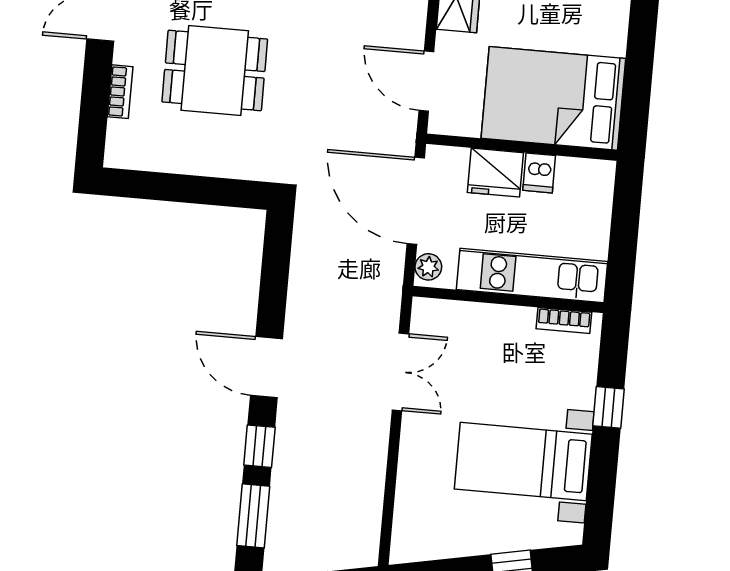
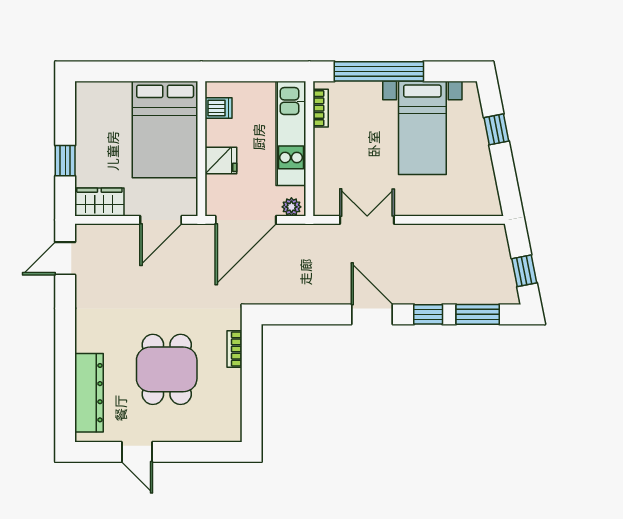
bookcase: (120, 92) -> (234, 349), moved, turned -90
fridge: (495, 173) -> (221, 160), width x0.72
dishwasher: (539, 173) -> (218, 108), moved
door: (266, 367) -> (372, 314), swing flipped
window: (608, 407) -> (379, 71), width x3.17

